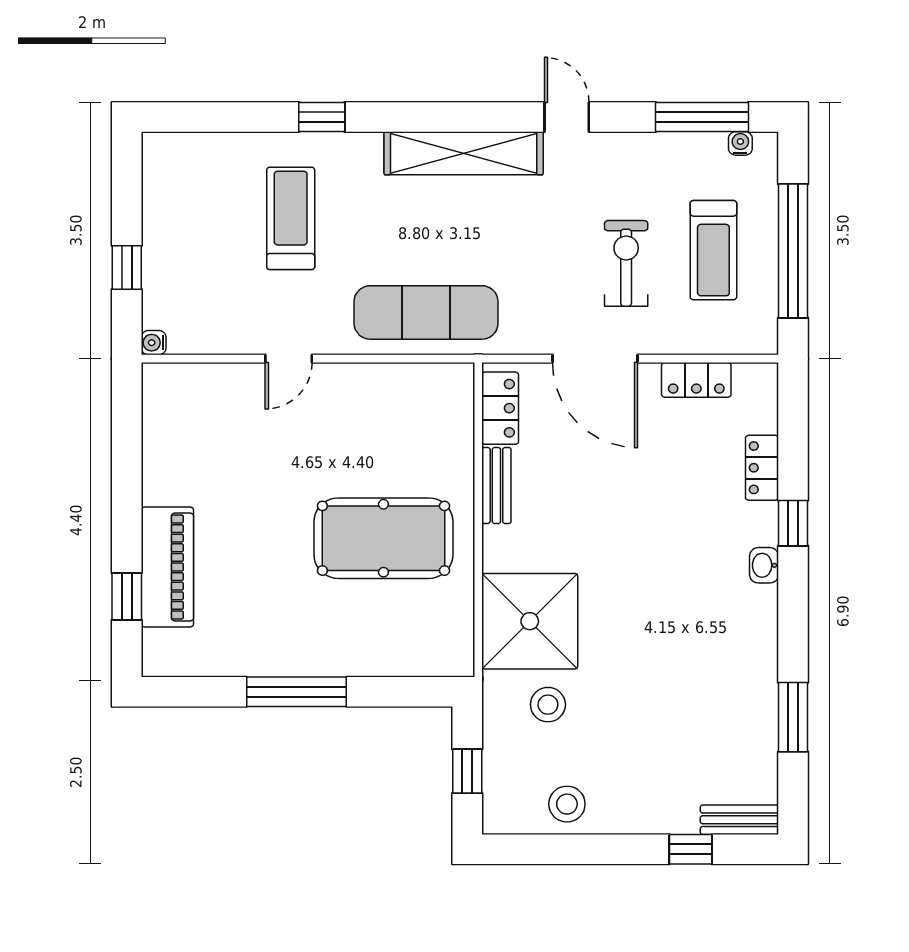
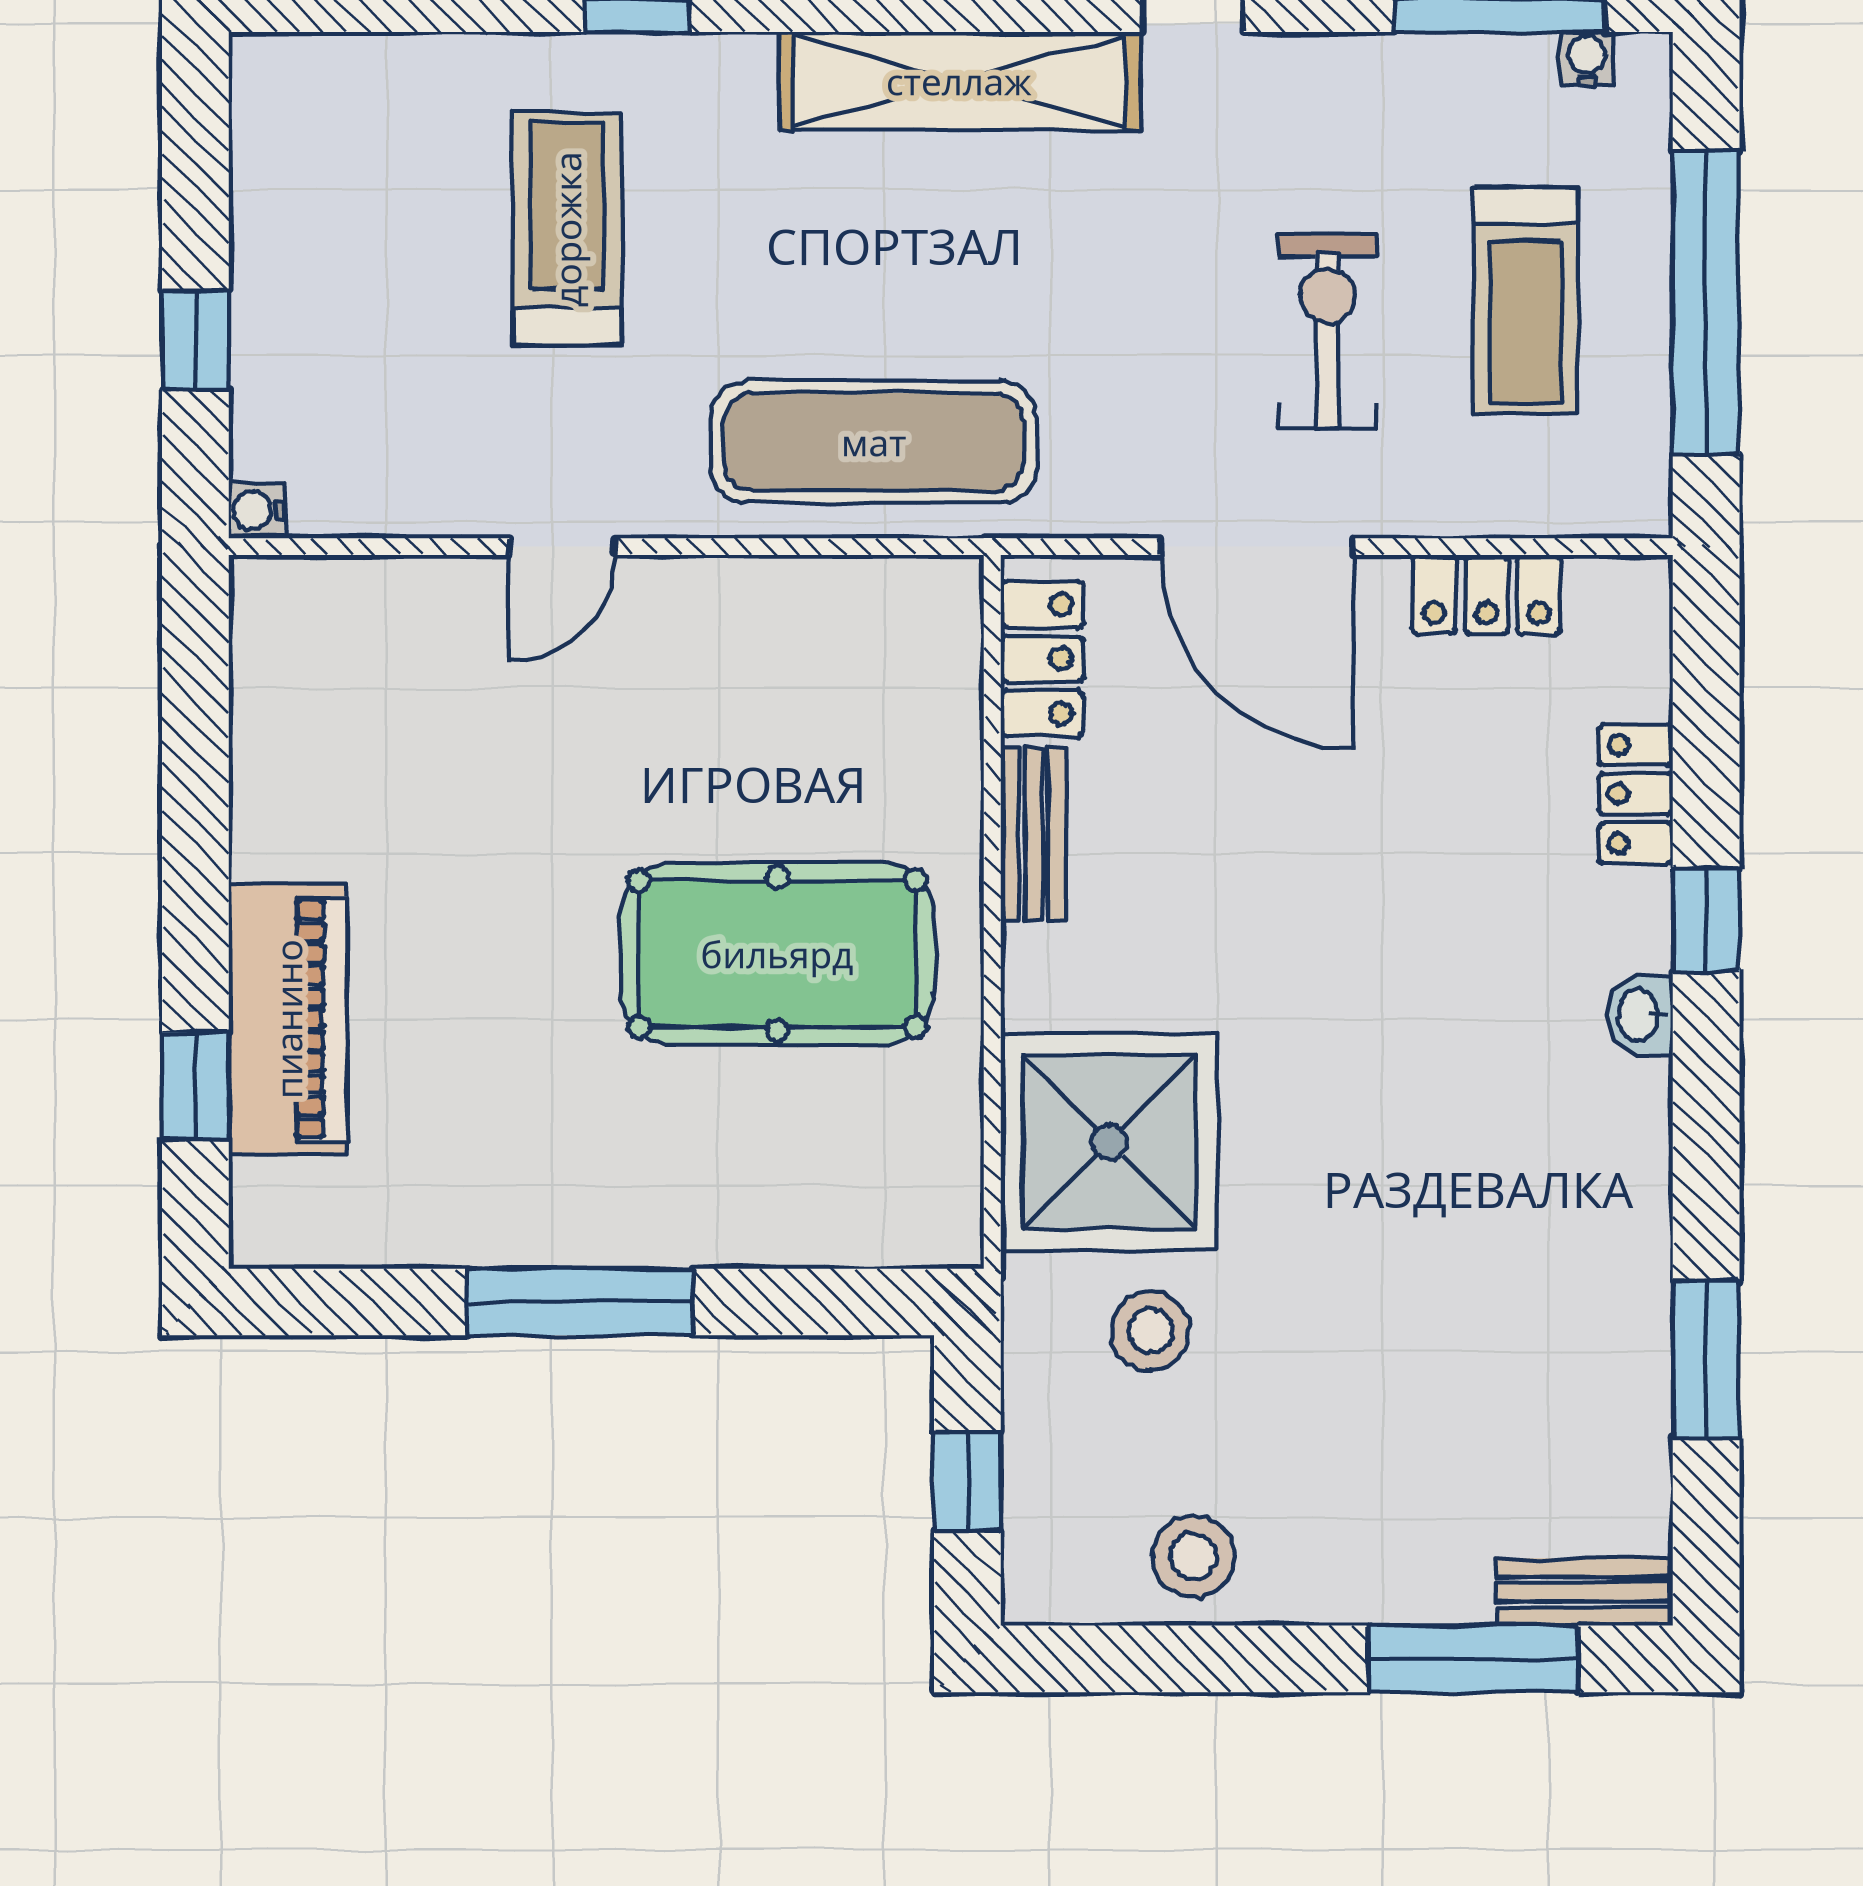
window: (691, 849) -> (1474, 1659), width x2.17

